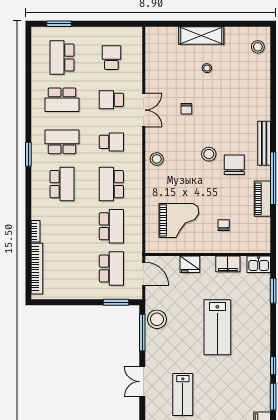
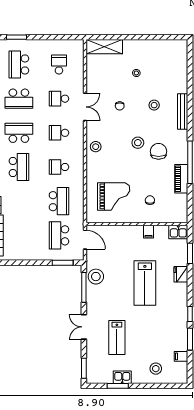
shelving: (201, 35) -> (104, 47), moved
stool: (258, 47) -> (154, 105), moved
school desk: (111, 142) -> (59, 133), turned 180
bench: (264, 143) -> (183, 111), moved
school desk: (111, 184) -> (59, 167), width x0.54
fridge: (190, 264) -> (181, 274), moved, turned 90
filing cabinet: (228, 264) -> (148, 232), width x0.50
school desk: (111, 268) -> (59, 235), turned 180

